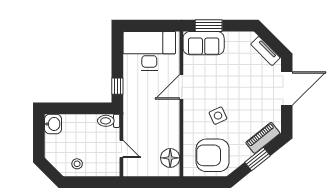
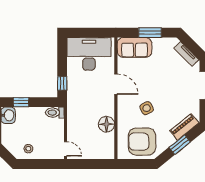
window: (209, 26) -> (150, 33), moved
door: (181, 87) -> (116, 84), swing flipped
window: (68, 108) -> (21, 102), added
door: (121, 149) -> (66, 149), moved
floor lamp: (170, 158) -> (106, 124), moved

